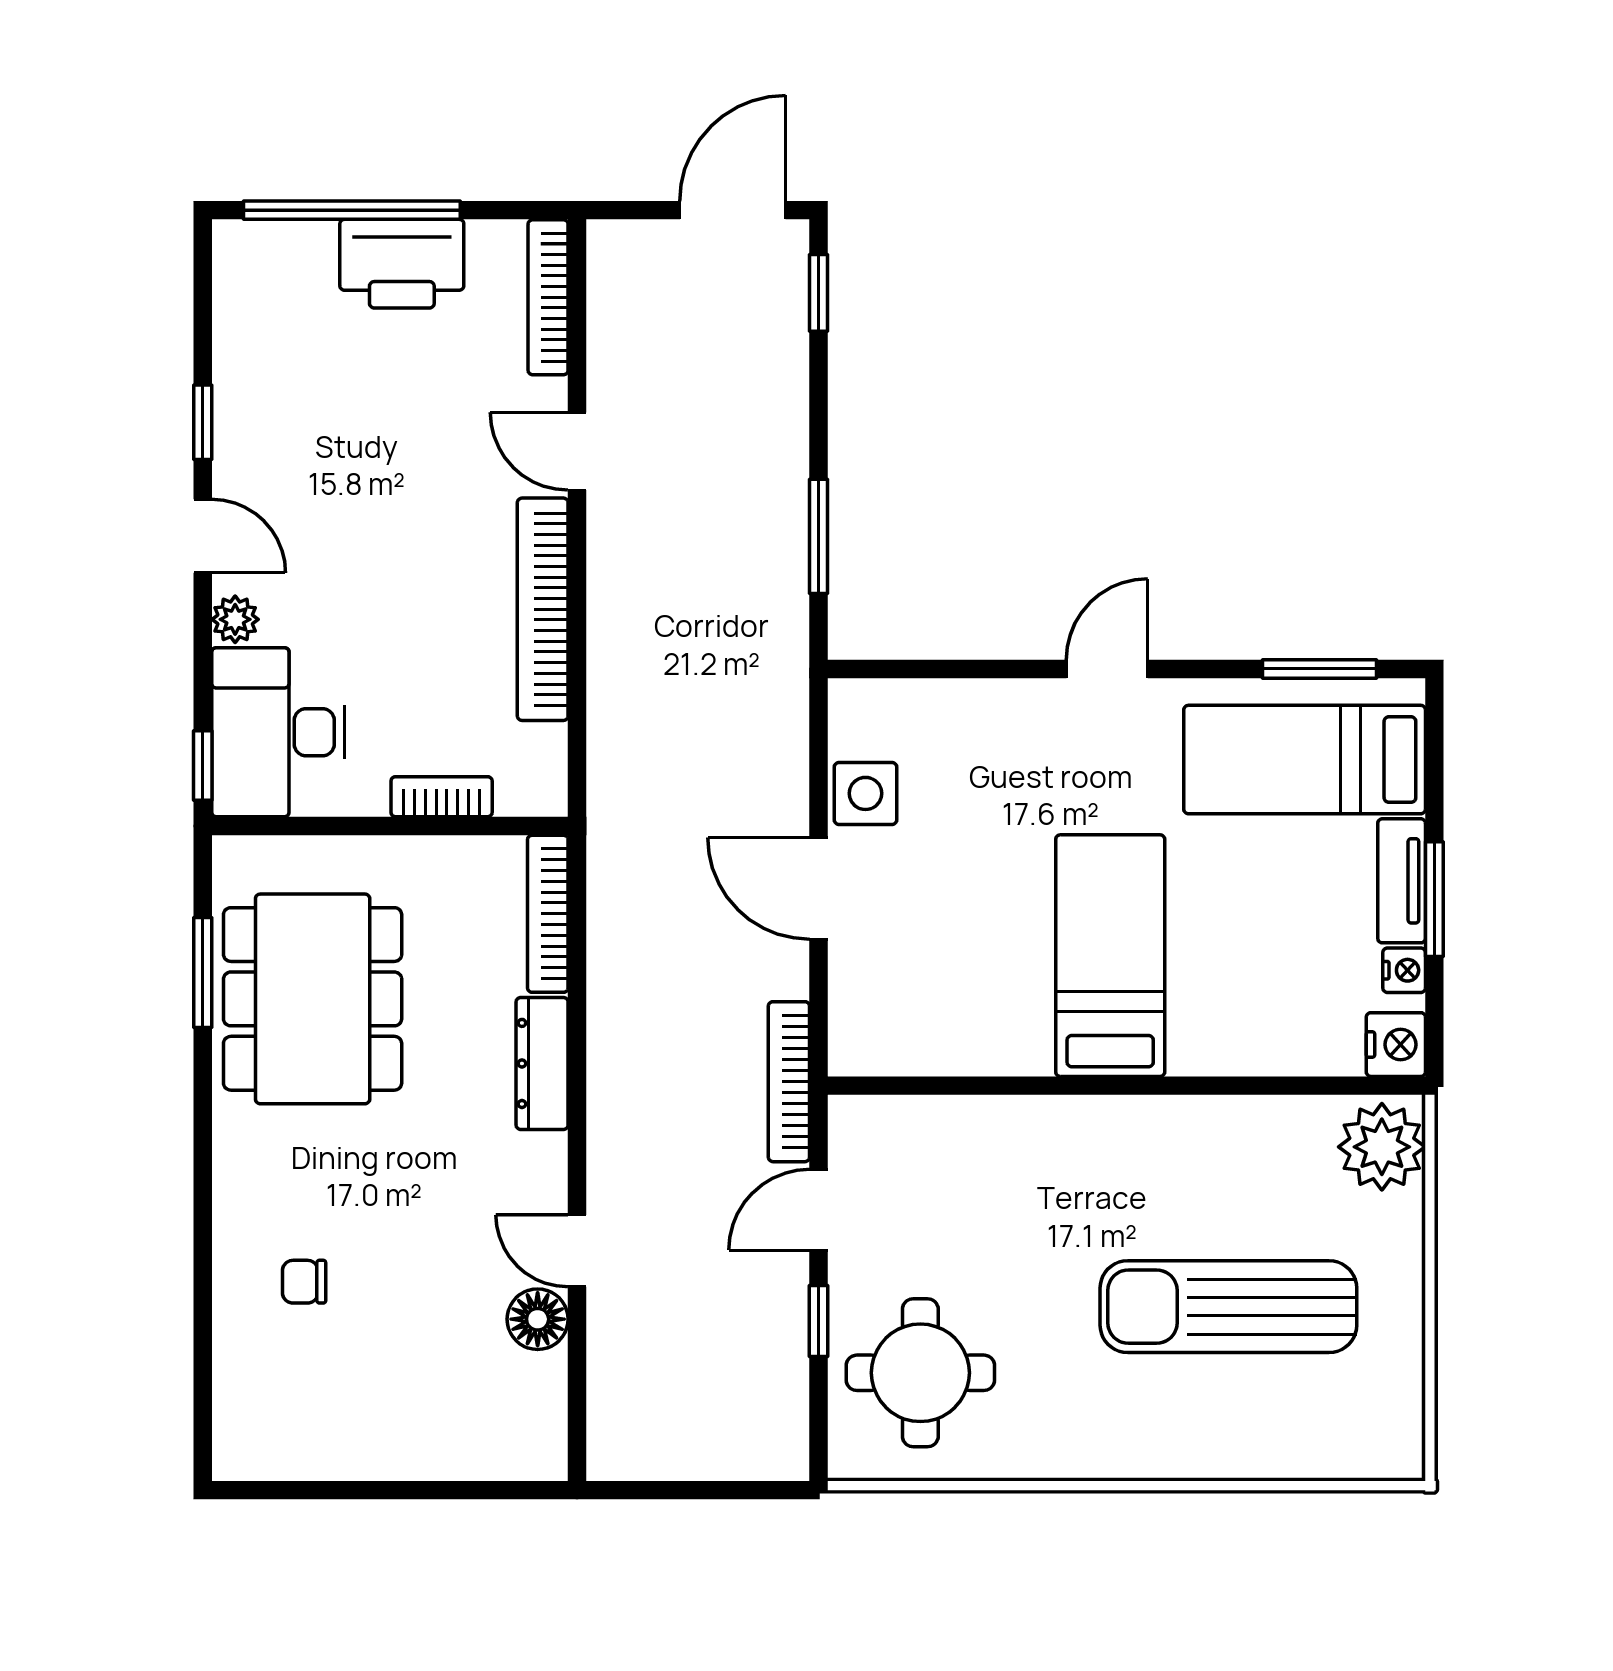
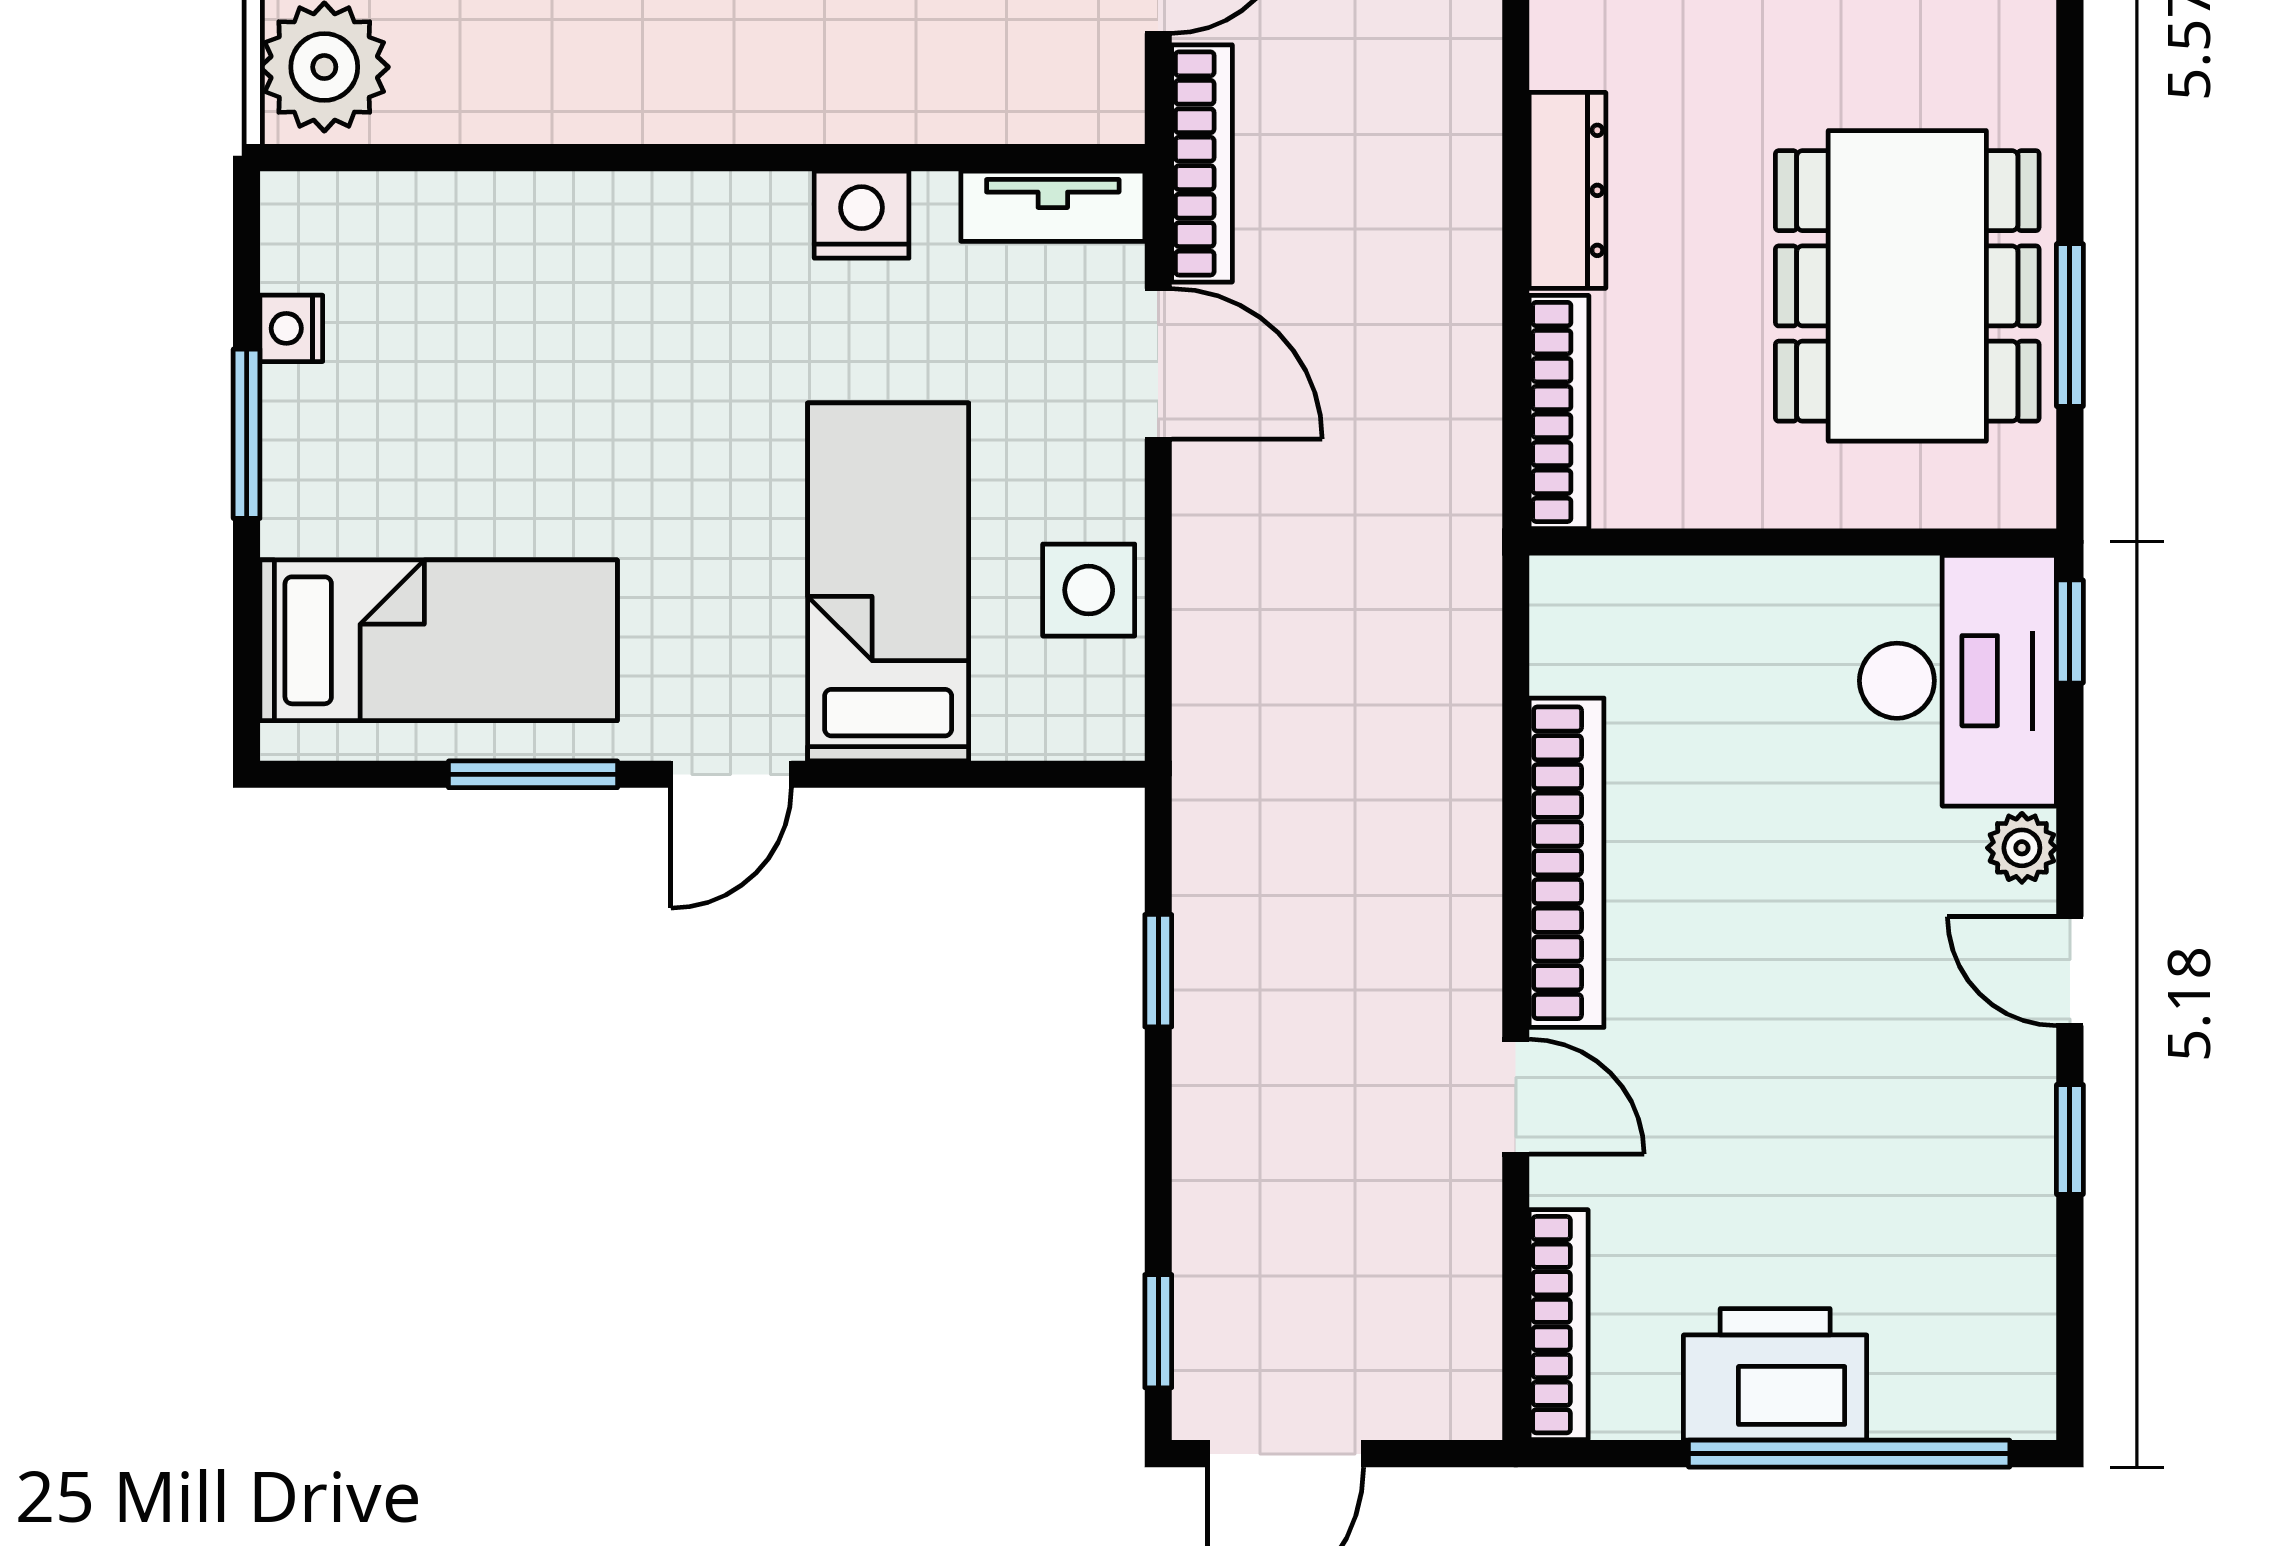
window: (819, 536) -> (1158, 971), width x0.67
window: (1320, 669) -> (533, 774), moved
bookcase: (442, 797) -> (1716, 585), removed
tv unit: (1402, 881) -> (1053, 206), moved, turned 90
door: (819, 888) -> (1158, 364), moved
bed: (1110, 956) -> (888, 582), moved, turned 180
nightstand: (1396, 1045) -> (862, 215), moved, turned 90

